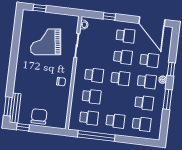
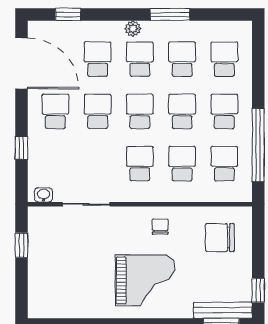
window: (40, 8) -> (21, 245), moved
door: (152, 21) -> (21, 63), hinge flipped
grand piano: (46, 42) -> (145, 280), moved, turned -83
window: (171, 69) -> (68, 14), moved
school desk: (118, 100) -> (182, 111), added
chair: (39, 116) -> (220, 238), moved

